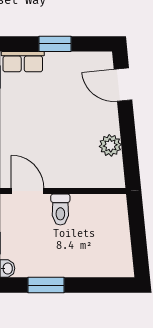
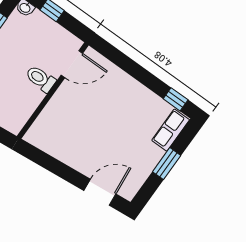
plant: (110, 145) -> (61, 150), removed

